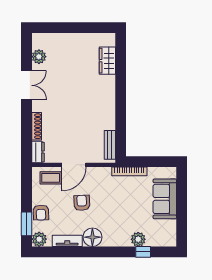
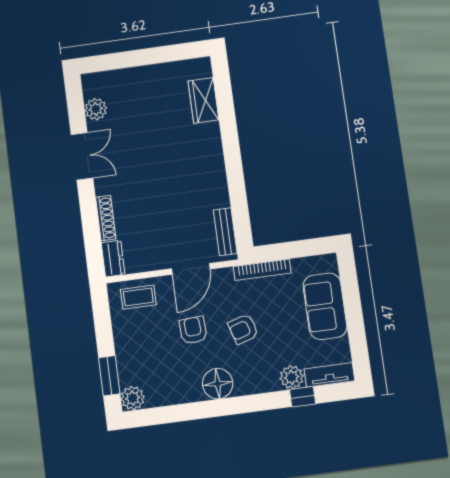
door: (74, 165) -> (191, 269), moved
armchair: (41, 213) -> (243, 329), moved, turned 74
tv unit: (67, 241) -> (329, 375), moved

